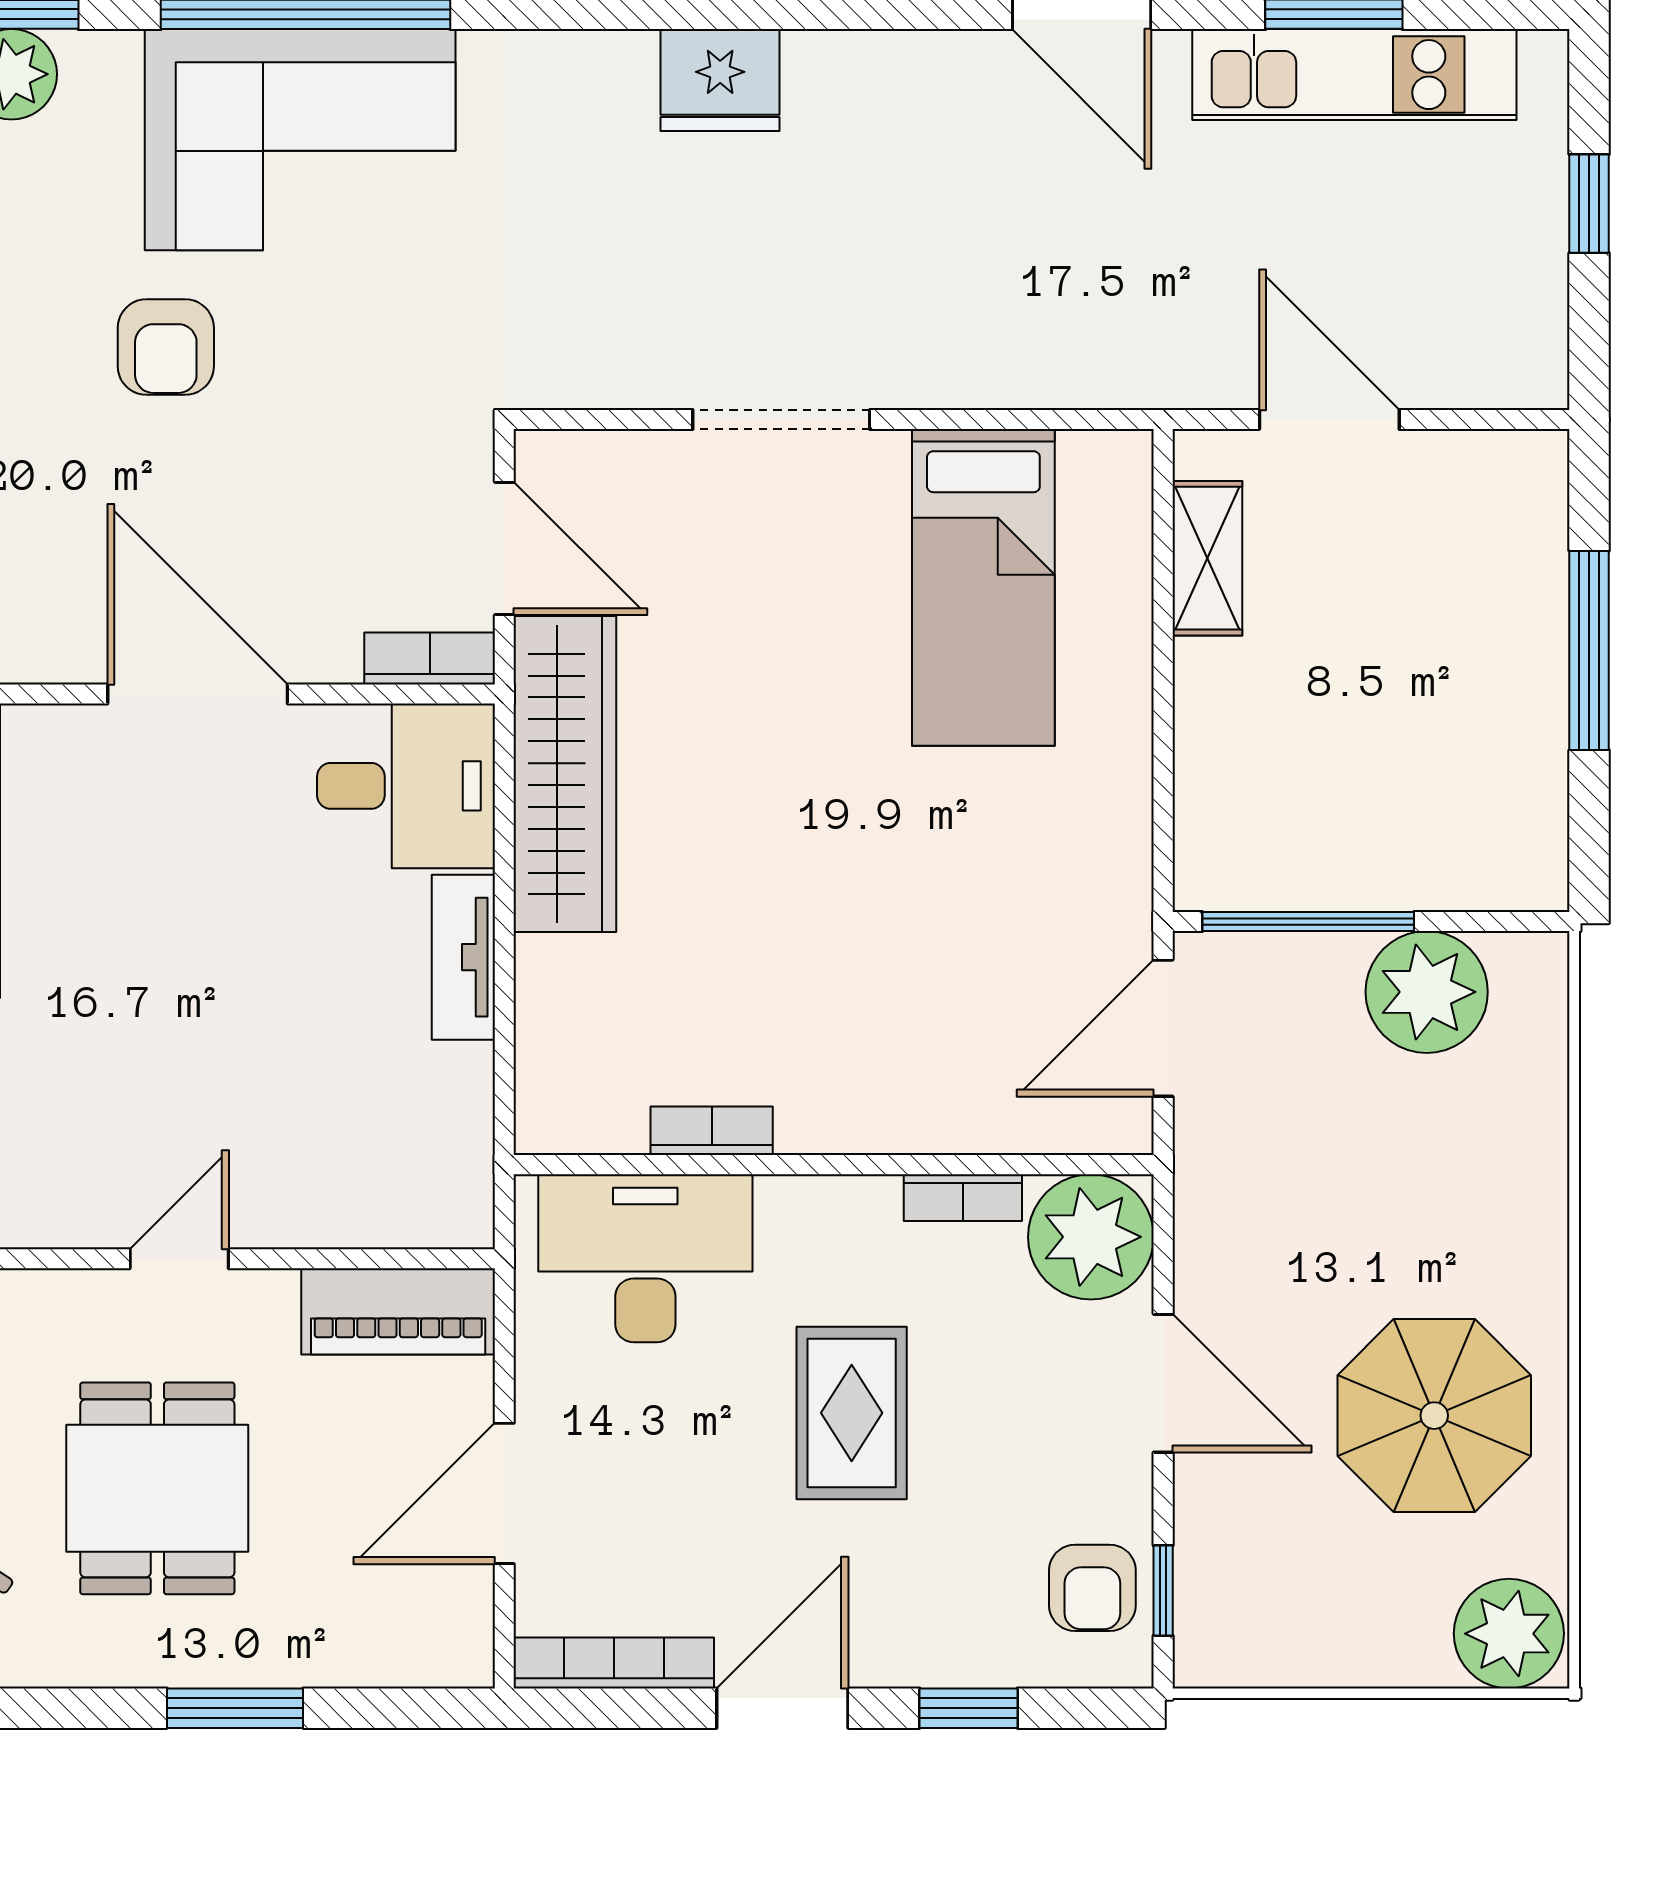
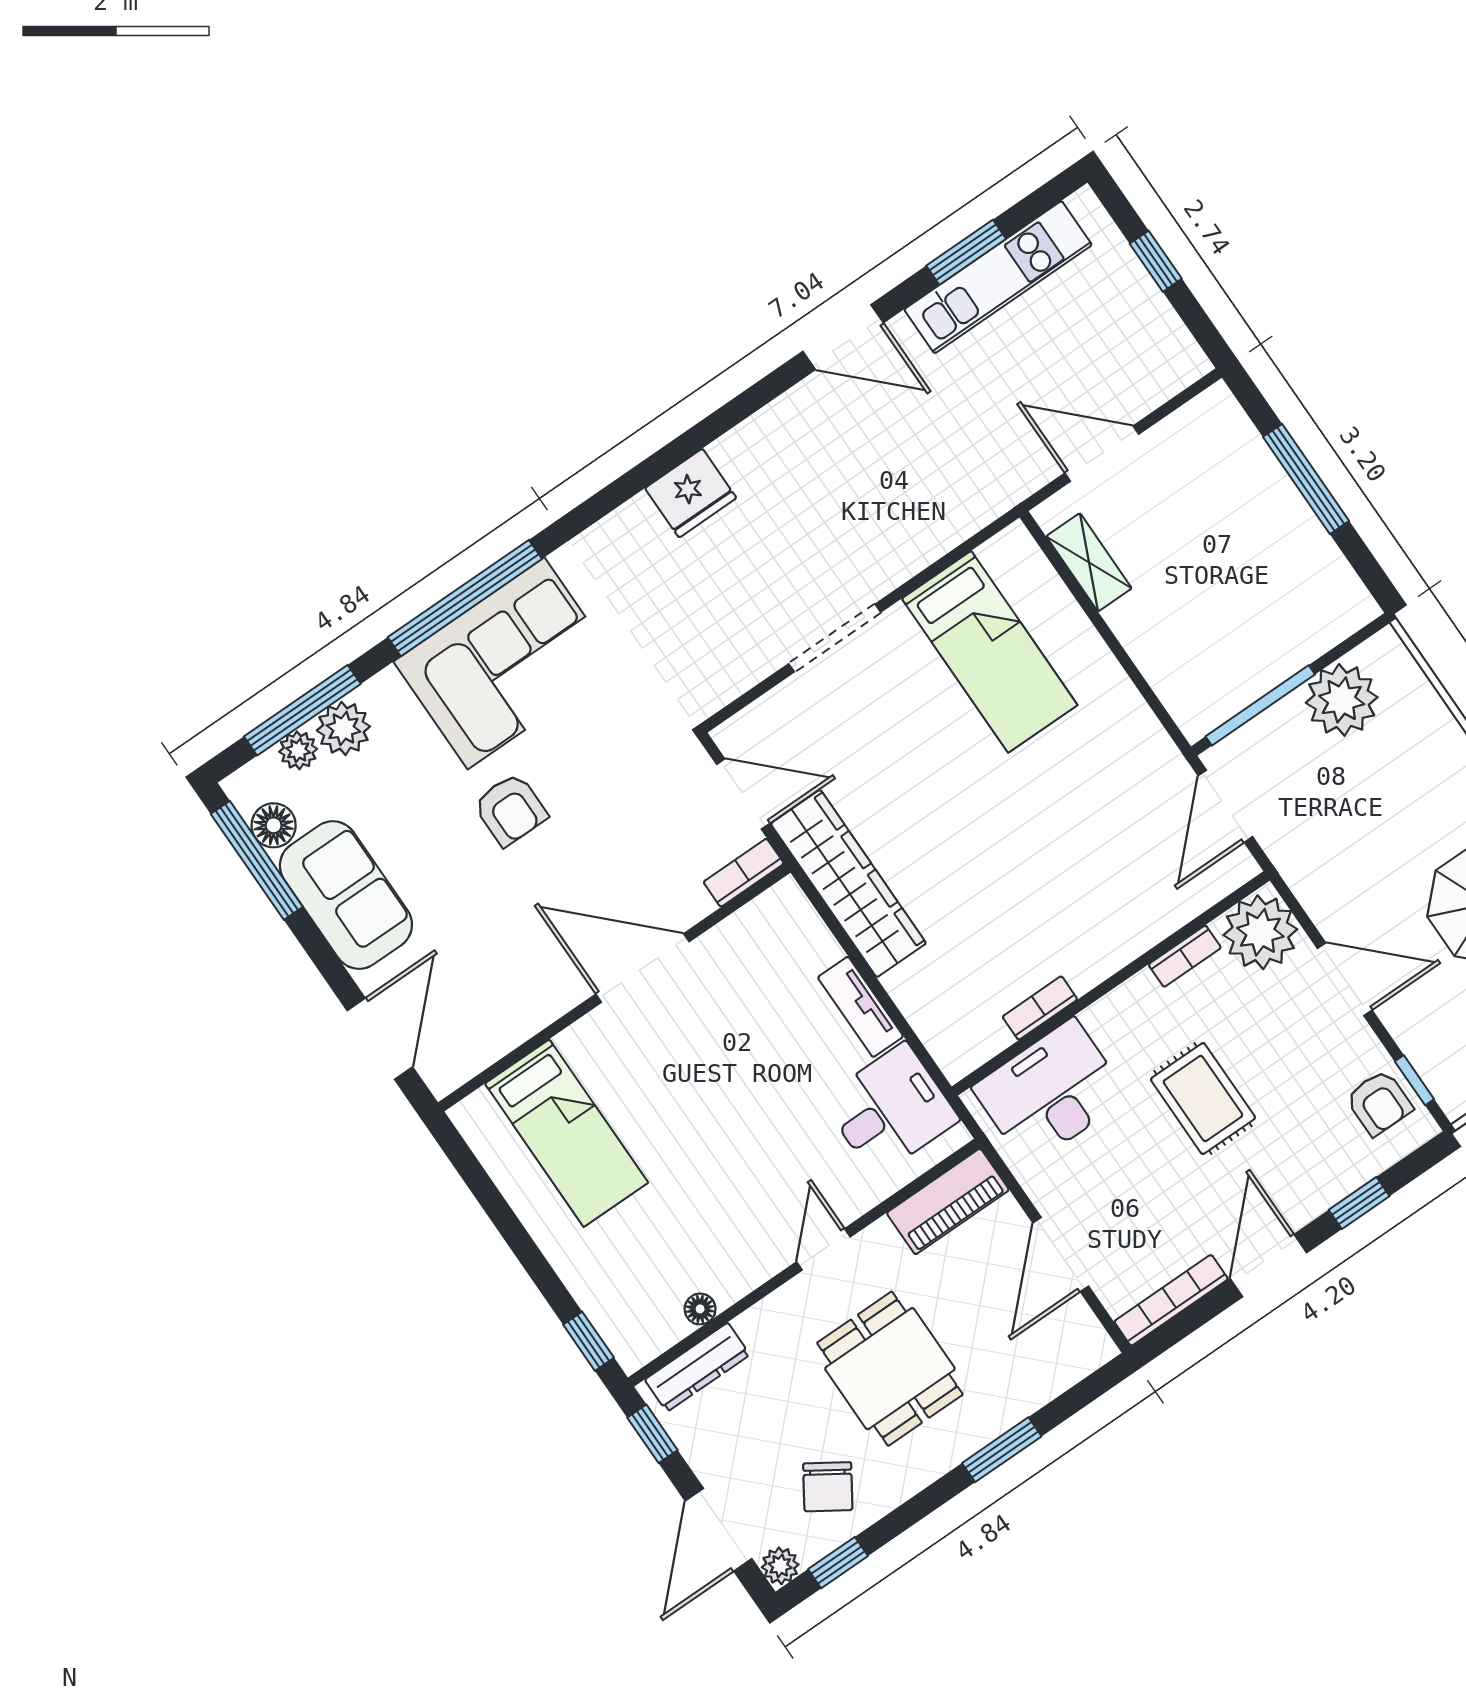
desk: (406, 786) -> (890, 1110), moved

